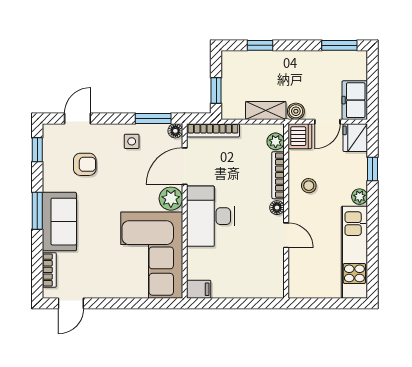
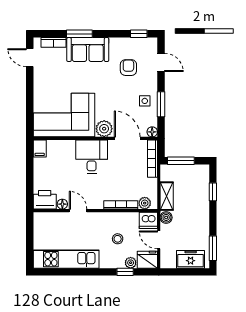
window: (216, 90) -> (181, 161), width x1.50
freezer: (355, 100) -> (191, 259), moved
window: (153, 119) -> (161, 104), moved
armchair: (85, 164) -> (128, 68), turned 180
stool: (309, 186) -> (118, 239), moved
plant: (360, 197) -> (131, 263), moved
floor lamp: (277, 208) -> (62, 204), moved
window: (37, 211) -> (79, 34), moved
desk: (210, 216) -> (92, 157), width x0.73
door: (286, 235) -> (78, 211), swing flipped
printer: (271, 282) -> (45, 200), added

